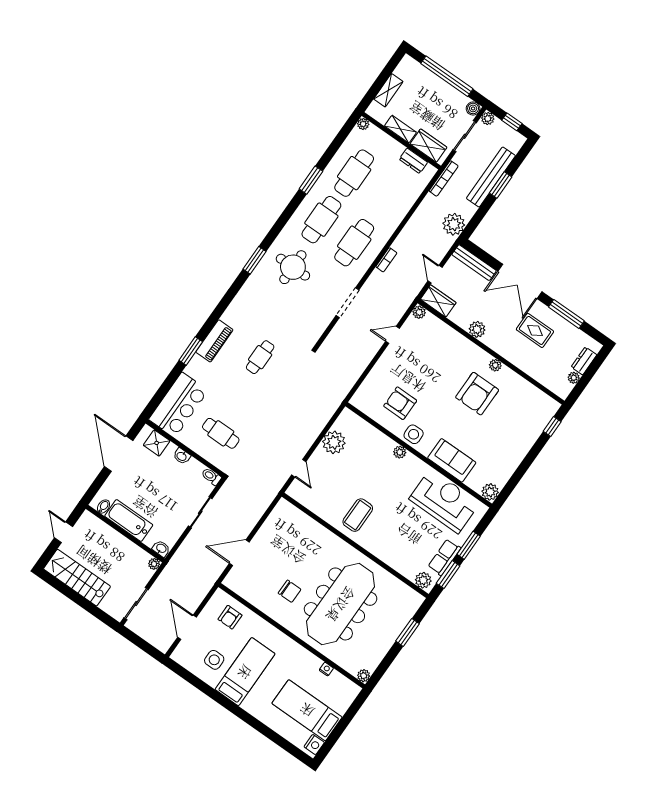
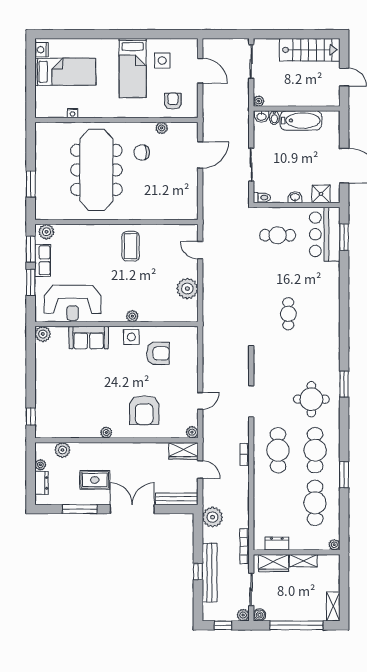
shelving: (388, 90) -> (333, 606), moved
window: (501, 185) -> (198, 572), width x0.67
plant: (477, 329) -> (62, 450), moved
piano: (214, 341) -> (331, 302), removed
window: (191, 351) -> (344, 237), moved
armchair: (477, 394) -> (144, 410), moved, turned 180
bidet: (103, 507) -> (274, 118), moved
plant: (364, 676) -> (162, 128), moved

